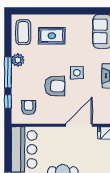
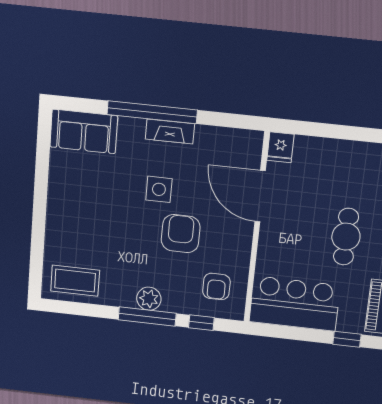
rug: (52, 36) -> (85, 229), removed
plant: (18, 60) -> (149, 299), moved
armchair: (29, 107) -> (216, 286), turned -90

